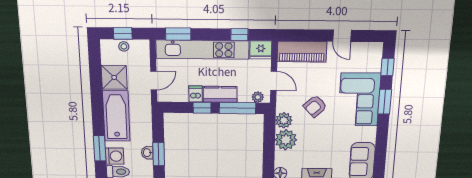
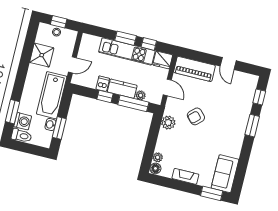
window: (178, 34) -> (126, 38), moved
kitchen unit: (202, 50) -> (127, 51), width x0.73
plant: (258, 97) -> (141, 95), moved
corner sofa: (359, 100) -> (232, 119), removed
bathtub: (116, 116) -> (52, 95), moved, turned 180
plant: (286, 140) -> (158, 157), moved, width x0.53, depth x0.53

